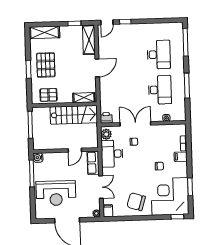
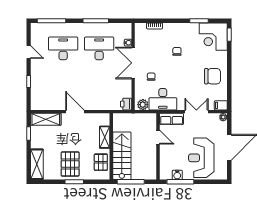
door: (107, 22) -> (29, 52), moved
pallet: (46, 65) -> (70, 164), turned 90
shelving: (84, 98) -> (105, 137), moved
stairs: (74, 115) -> (122, 156), moved
double door: (135, 124) -> (133, 63), moved
filing cabinet: (181, 157) -> (168, 29), removed
water cooler: (38, 158) -> (177, 175), moved
reception desk: (56, 193) -> (201, 158), turned 180
corner desk: (170, 196) -> (213, 37), width x0.74, depth x0.74
chair: (136, 202) -> (213, 76), turned -107

